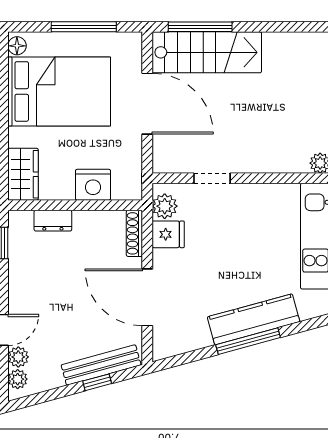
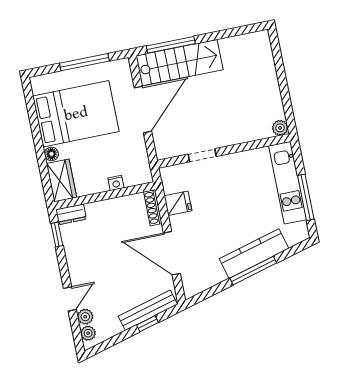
floor lamp: (17, 46) -> (51, 154), moved
door: (147, 104) -> (143, 110), hinge flipped
nightstand: (93, 185) -> (116, 183), width x0.53, depth x0.56
plant: (165, 206) -> (171, 183), removed
dresser: (53, 221) -> (71, 214), moved

